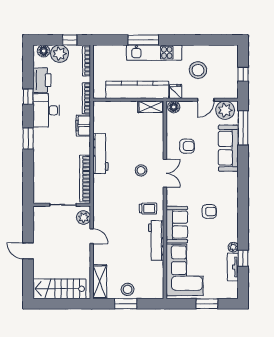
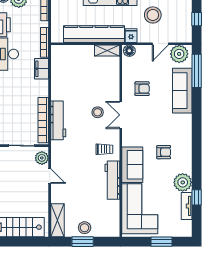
workbench: (100, 154) -> (58, 120), moved
double door: (165, 173) -> (121, 115), swing flipped
plant: (233, 247) -> (183, 182), width x1.87, depth x1.87

